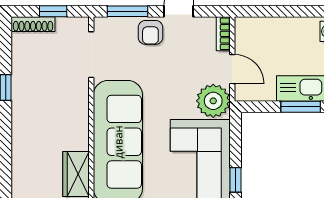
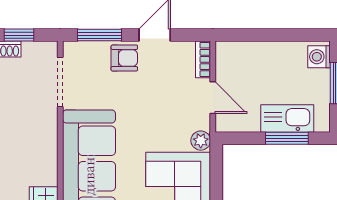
armchair: (150, 32) -> (124, 58), turned -90
plant: (213, 101) -> (201, 141), width x0.53, depth x0.53

